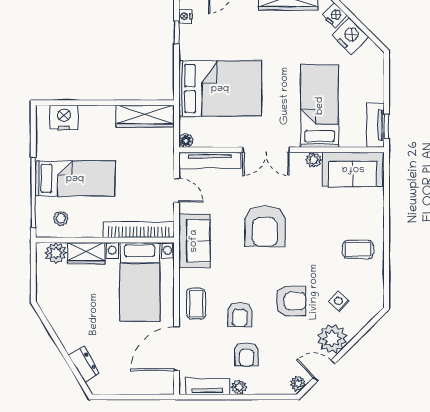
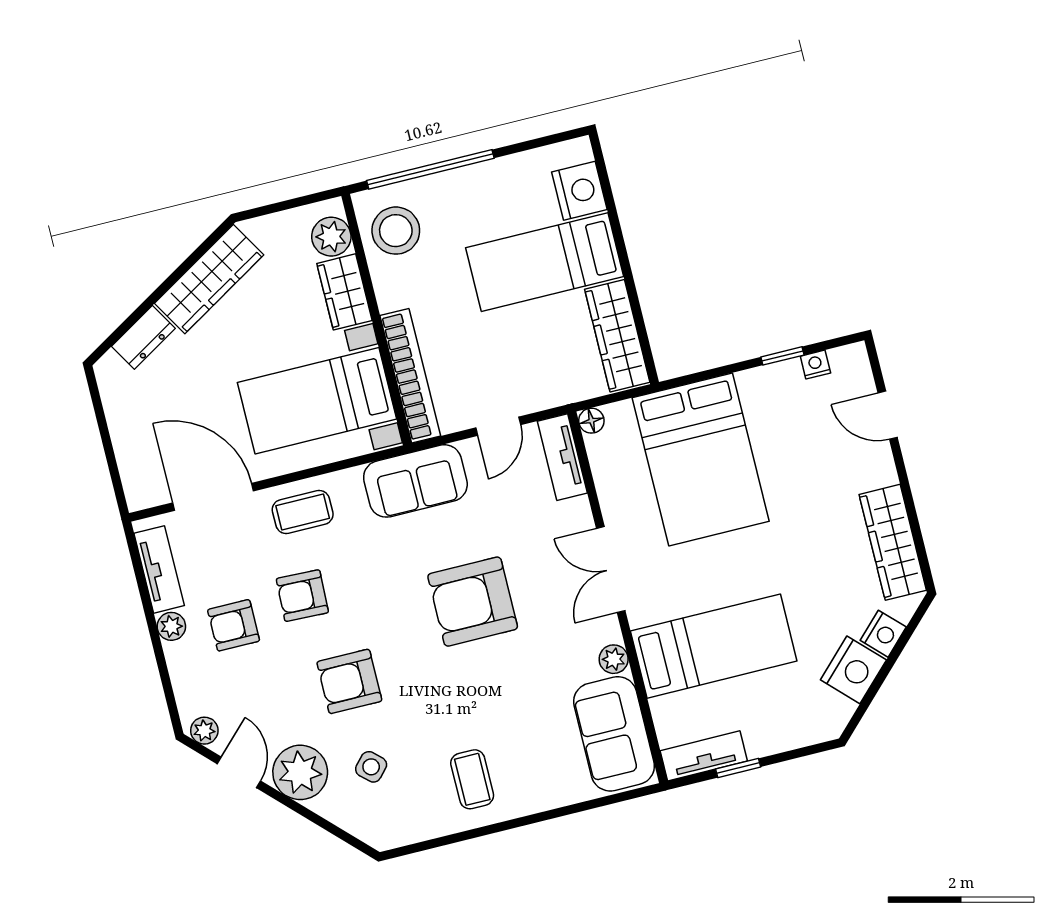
window: (387, 126) -> (738, 768), moved
tv unit: (210, 161) -> (562, 457), width x0.71
bed: (75, 178) -> (545, 262), moved, turned 90
stool: (61, 218) -> (396, 231), width x1.89, depth x1.89
armchair: (291, 301) -> (349, 681), turned 90
wardrobe: (62, 322) -> (209, 279), added

